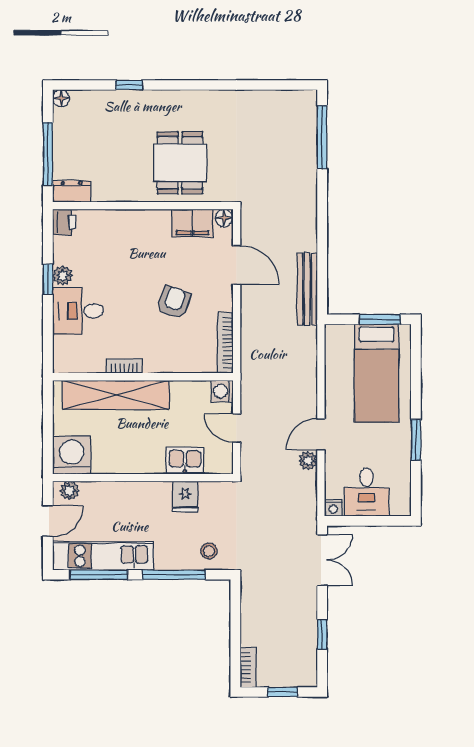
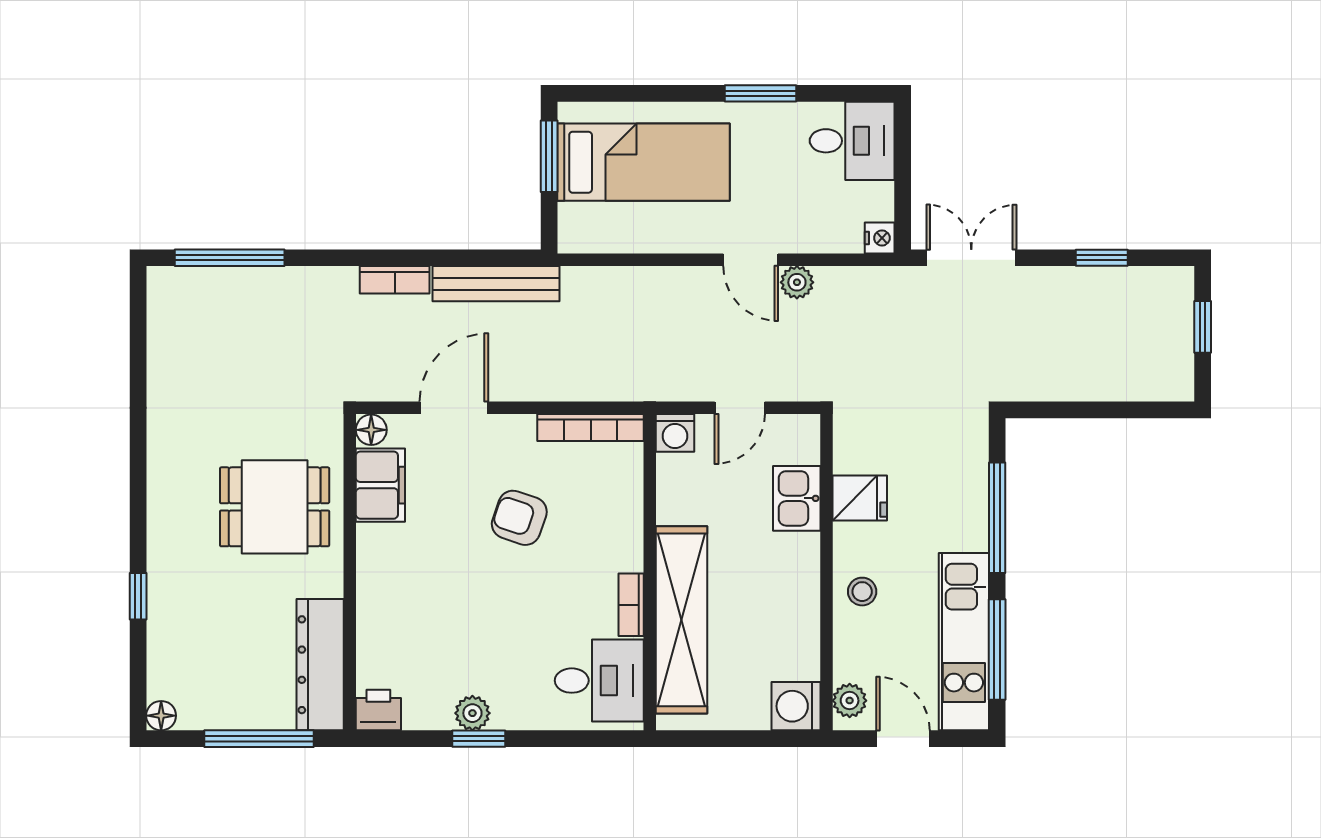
dresser: (72, 191) -> (320, 665), width x1.96, depth x1.24
desk: (78, 311) -> (599, 681), moved, turned -90
washing machine: (72, 455) -> (796, 706), width x0.73, depth x0.73
desk: (366, 492) -> (852, 141), moved
stool: (209, 551) -> (862, 592), moved
bookcase: (248, 667) -> (395, 280), moved, turned 180

